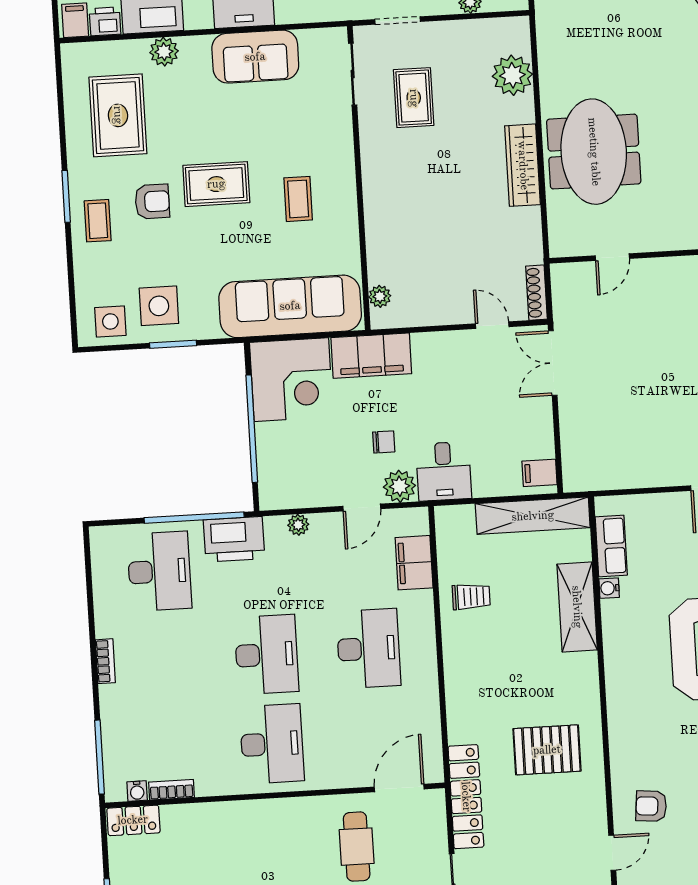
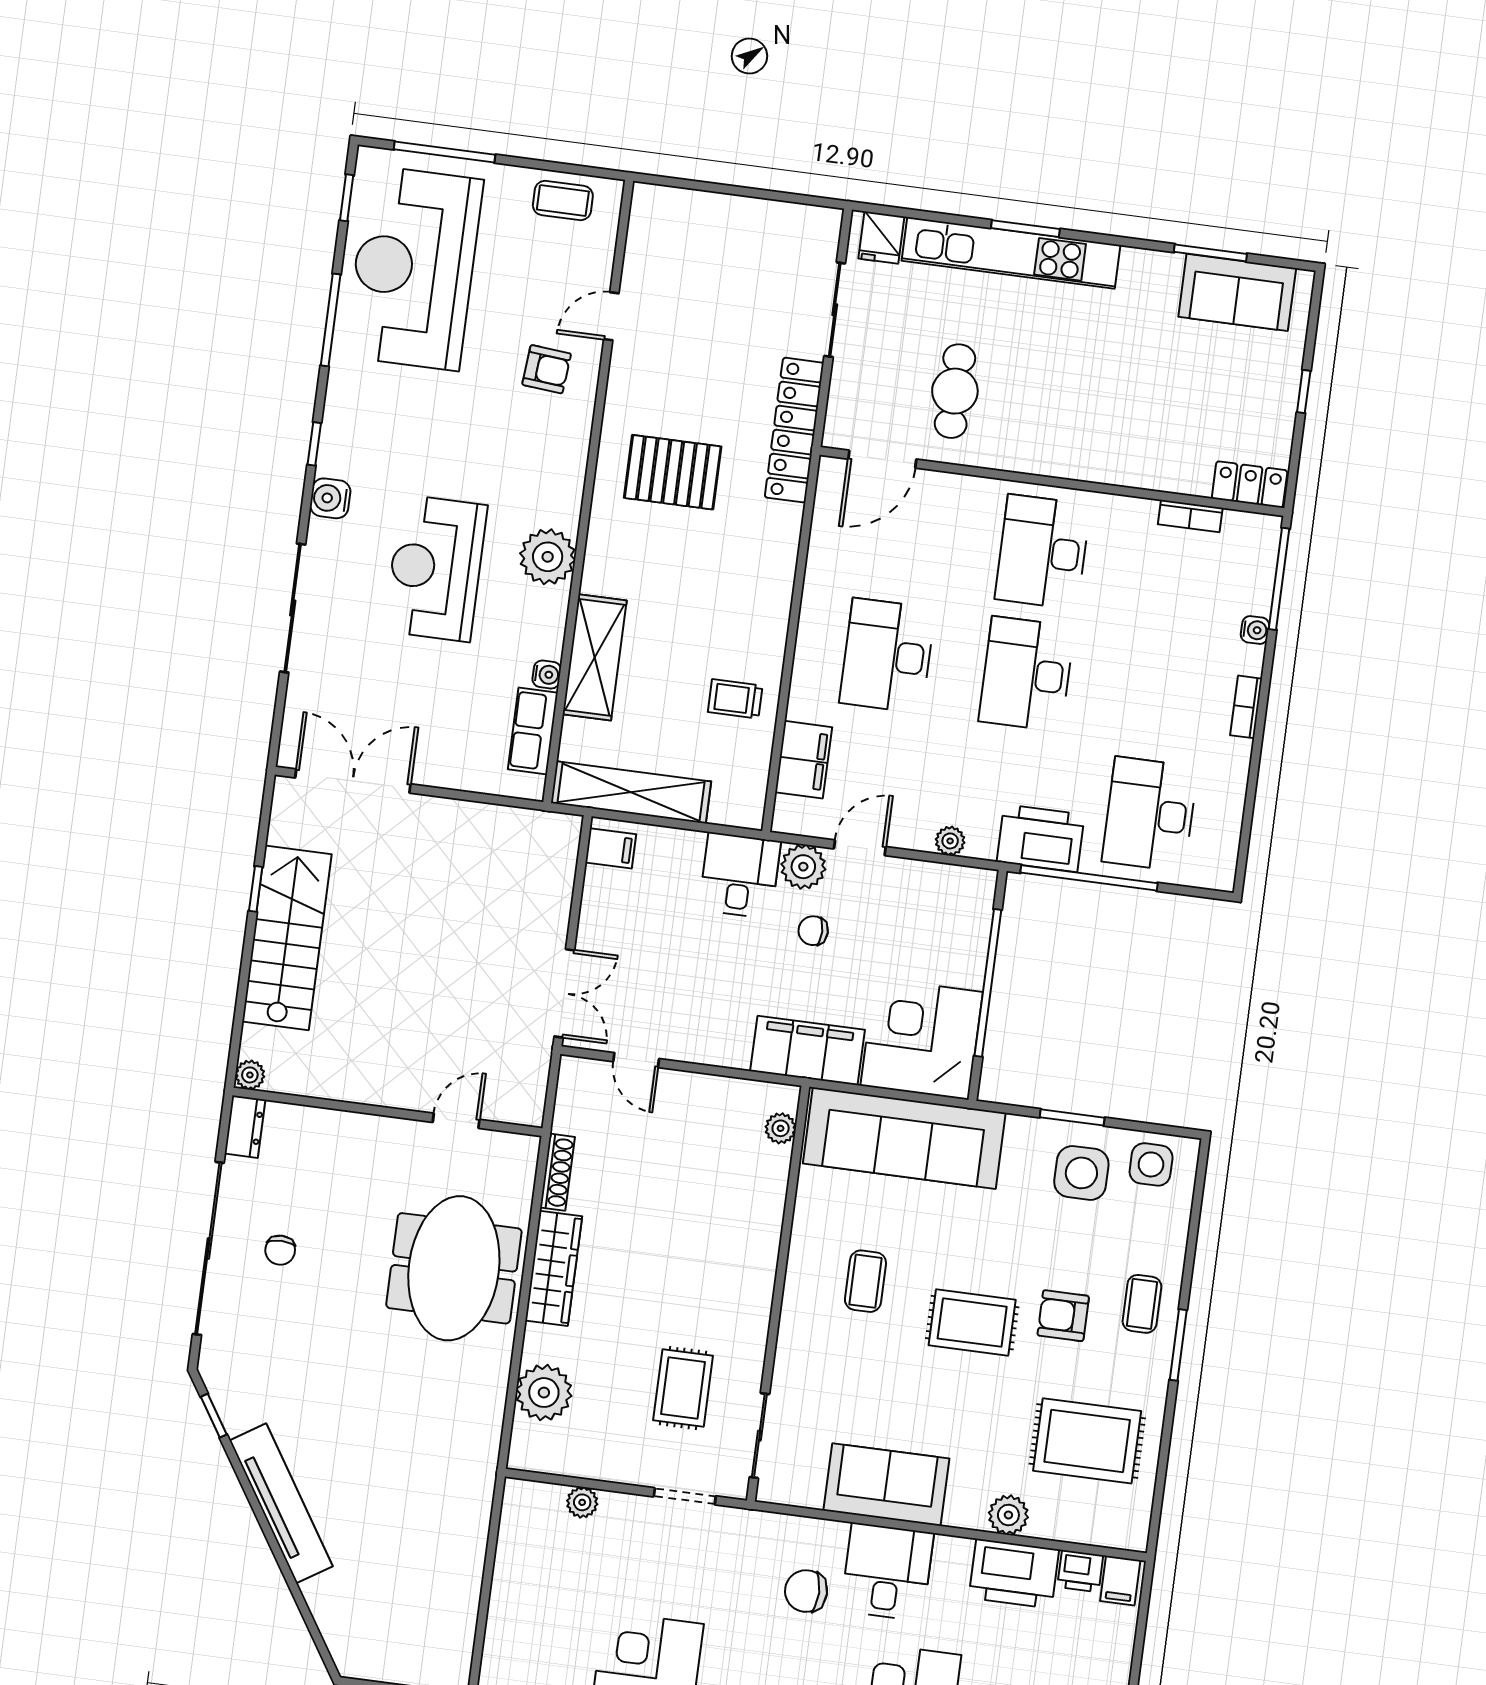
rug: (118, 115) -> (1087, 1441), turned 90
shoe rack: (536, 293) -> (557, 1172), moved
plant: (625, 672) -> (548, 557), added
water cooler: (137, 791) -> (1255, 630), moved, turned 90

